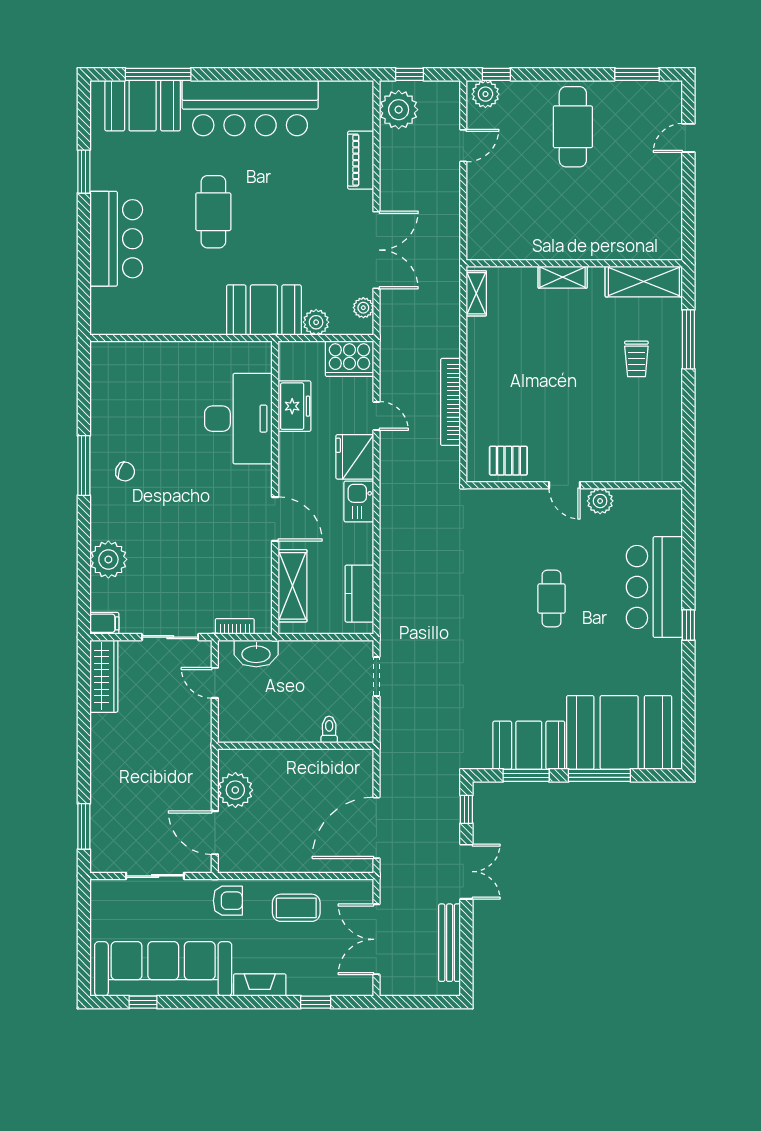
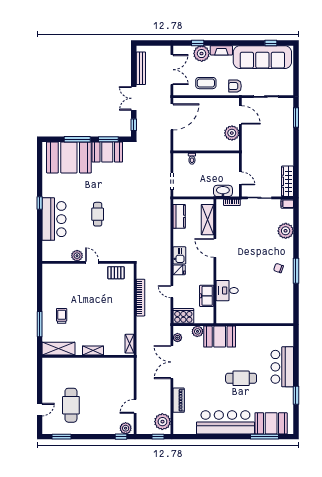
cafe table: (573, 127) -> (71, 405), moved
cafe table: (213, 212) -> (241, 378), turned 90
desk: (238, 419) -> (227, 291), width x0.53, depth x0.77
fridge: (355, 457) -> (179, 270), width x0.53, depth x0.75
plant: (307, 977) -> (202, 54), added

